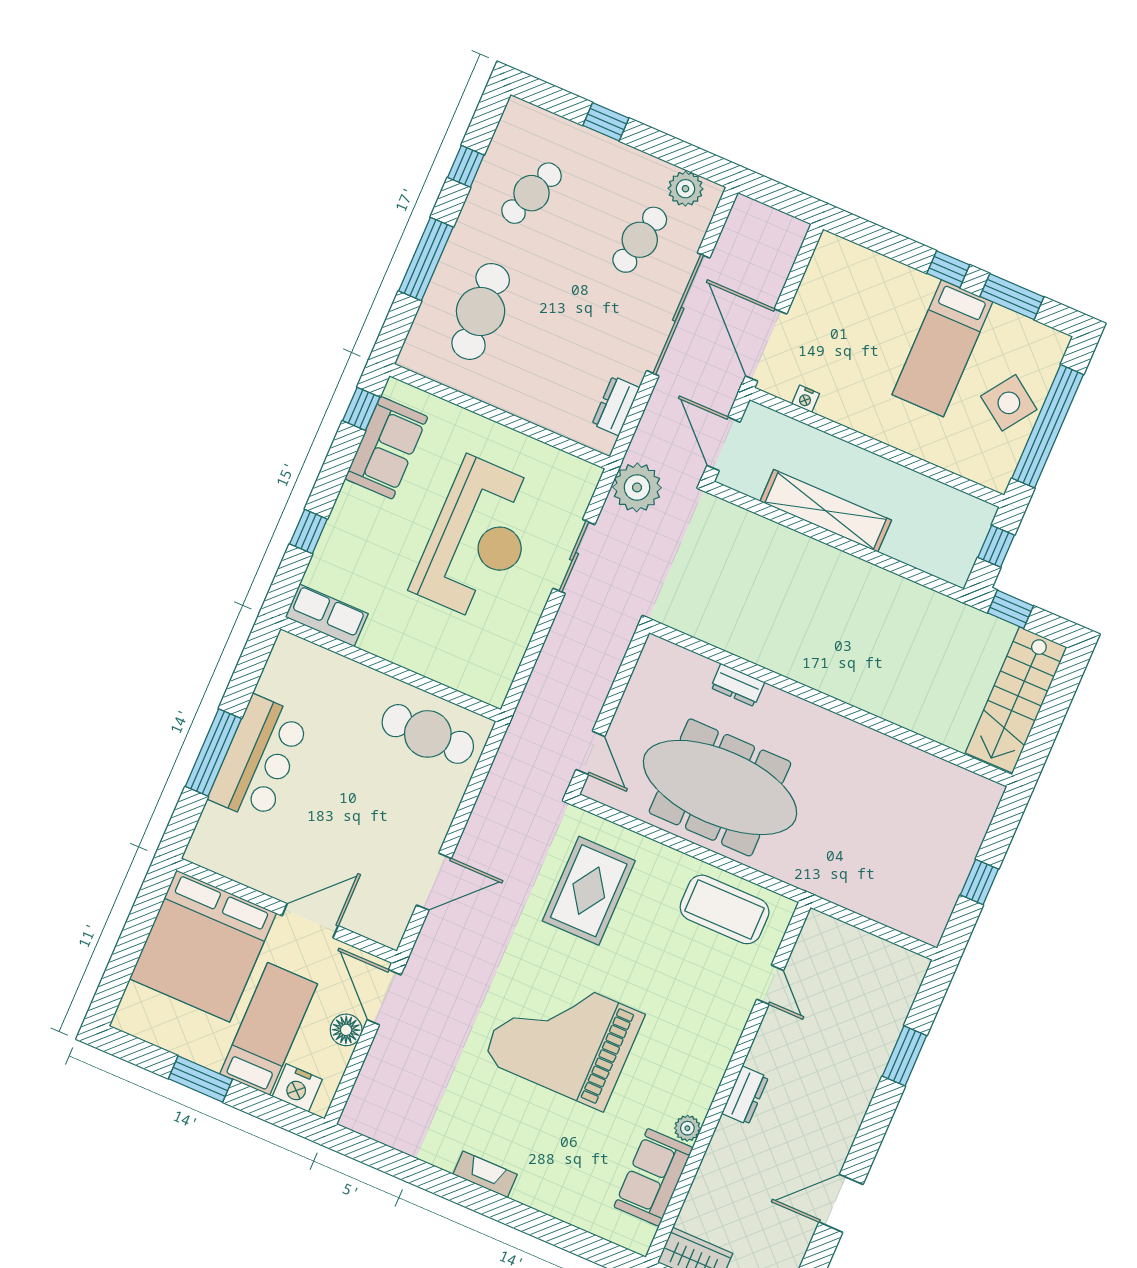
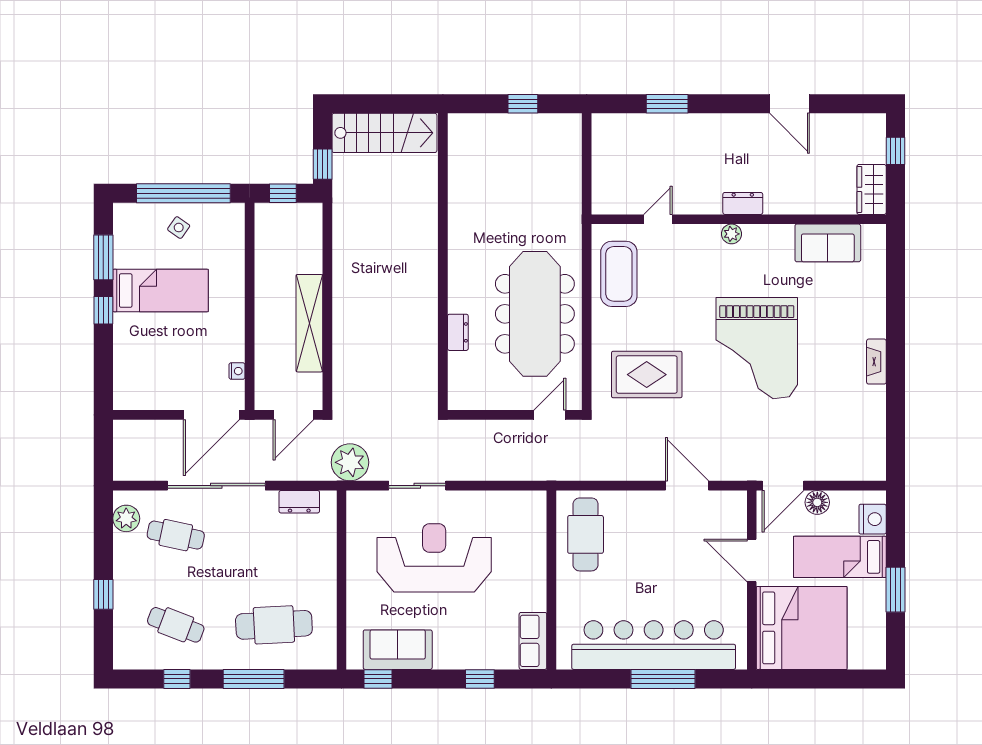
side table: (1009, 403) -> (179, 228), width x0.54, depth x0.54
bar counter: (259, 759) -> (654, 645), width x1.86
plant: (687, 1128) -> (731, 234), moved

